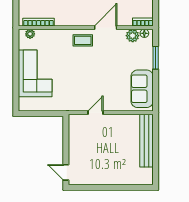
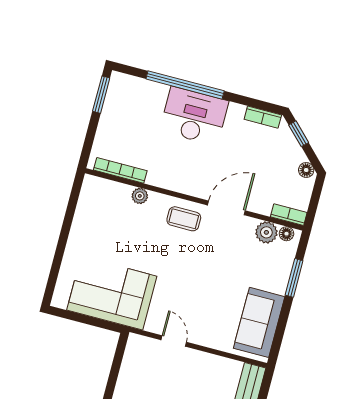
plant: (30, 34) -> (140, 196), moved
corner sofa: (35, 73) -> (112, 293), moved, turned -90
door: (96, 113) -> (174, 341), hinge flipped

